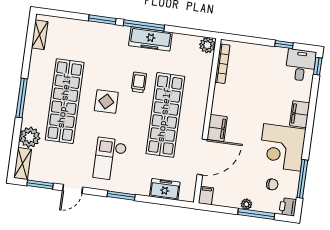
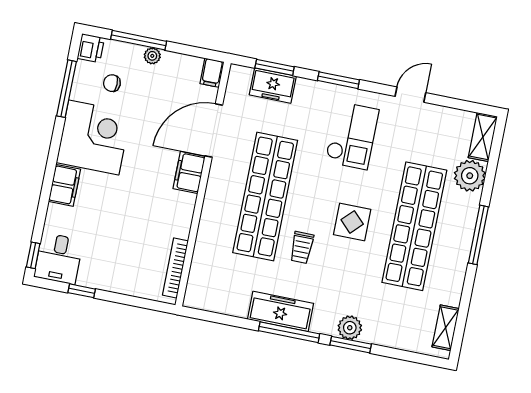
plant: (207, 45) -> (350, 328), moved
window: (40, 184) -> (275, 67), moved

